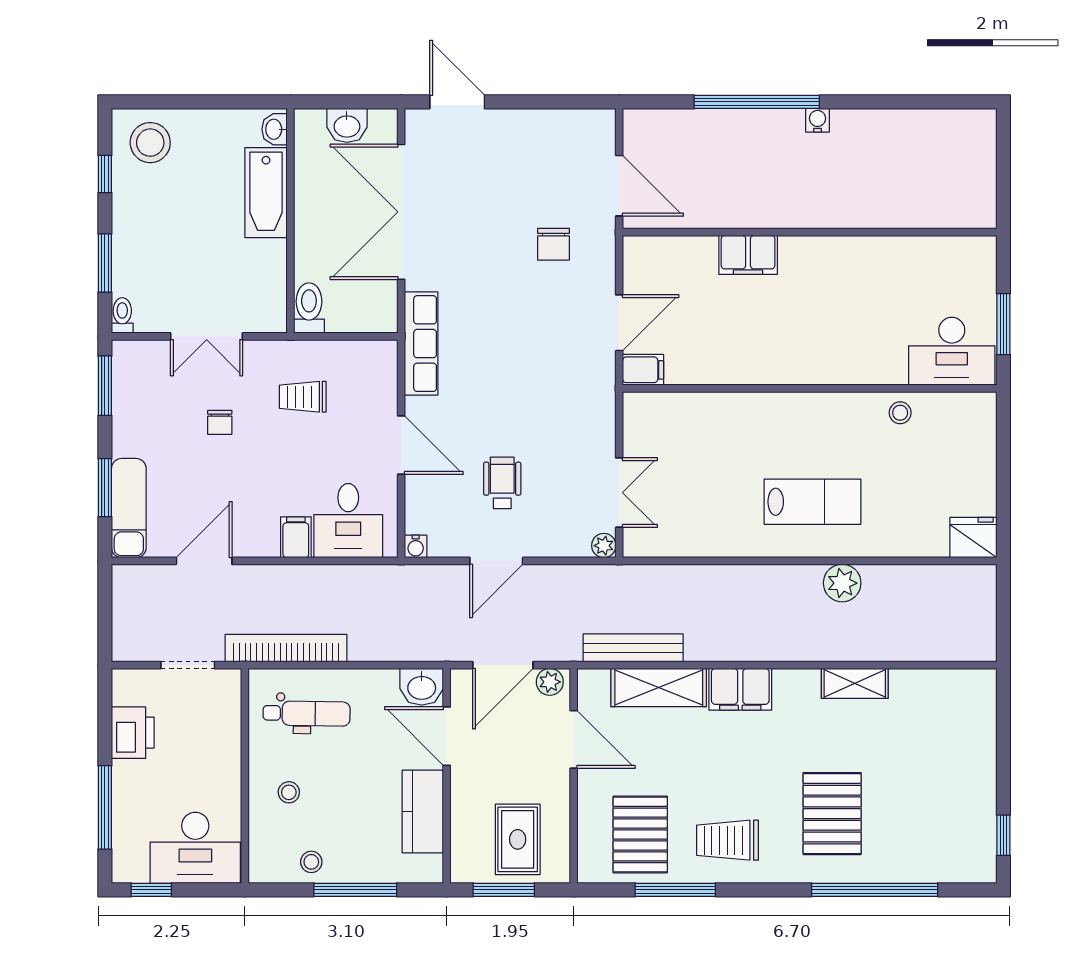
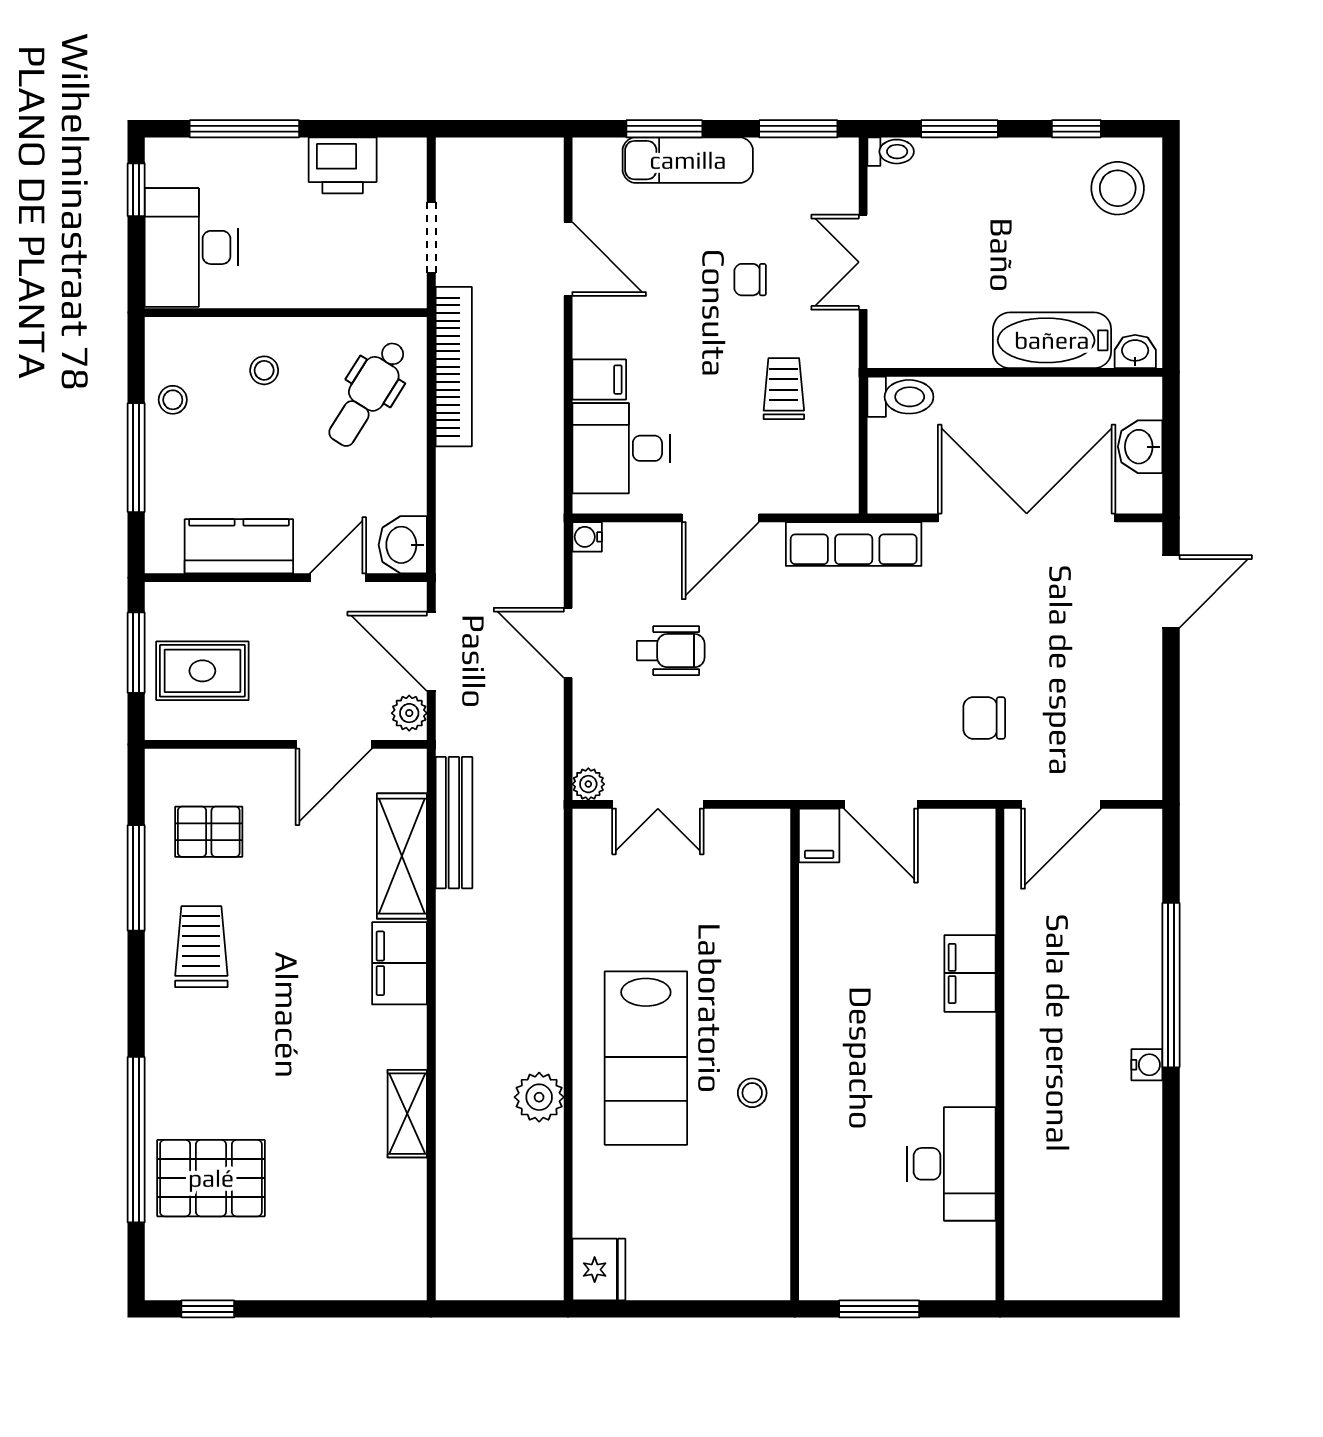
desk: (952, 351) -> (951, 1164), moved, turned 180
stool: (900, 413) -> (752, 1093), moved
lab bench: (812, 502) -> (646, 1058), width x1.36, depth x1.39
exam couch: (129, 508) -> (688, 160), moved
dental chair: (307, 713) -> (368, 394), turned 31
door: (447, 736) -> (338, 578), width x0.73
pallet: (832, 814) -> (211, 1178), moved
pallet: (640, 834) -> (209, 832), width x0.67, depth x0.71

